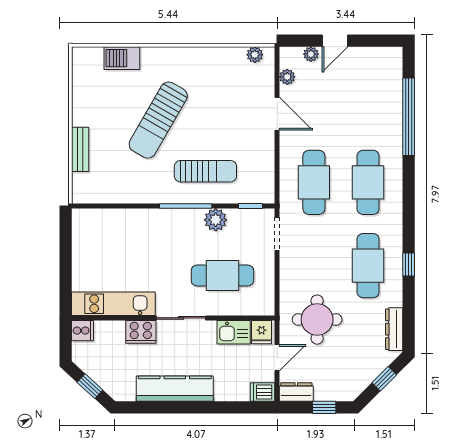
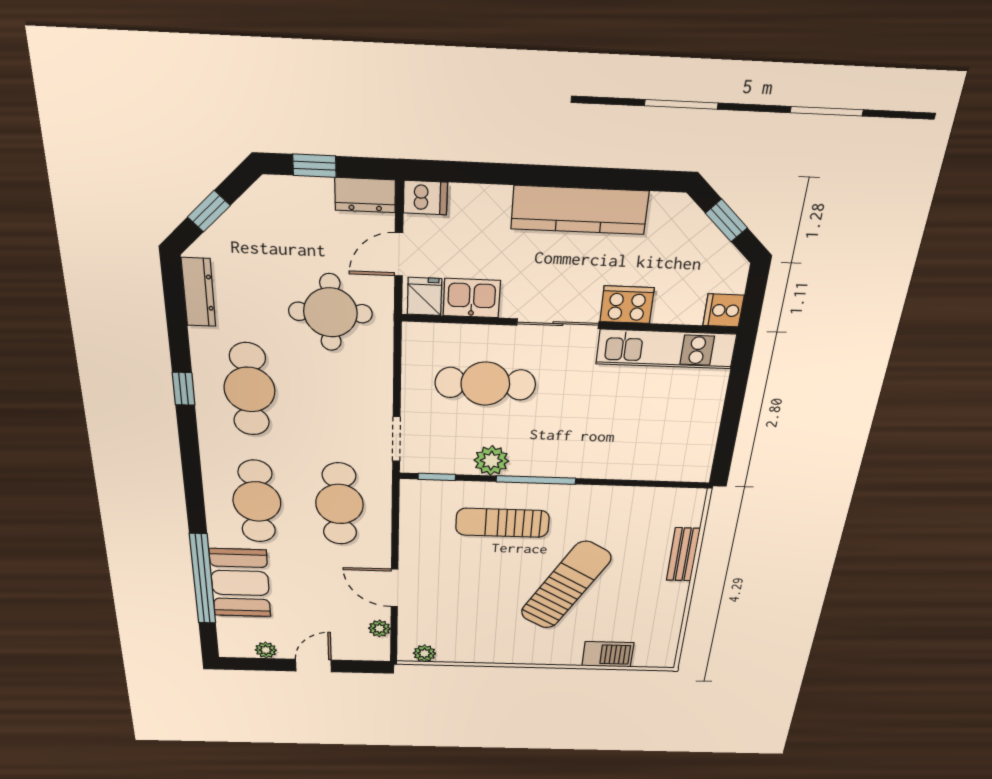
plant: (311, 54) -> (266, 650), moved
booth: (383, 114) -> (240, 583), added

